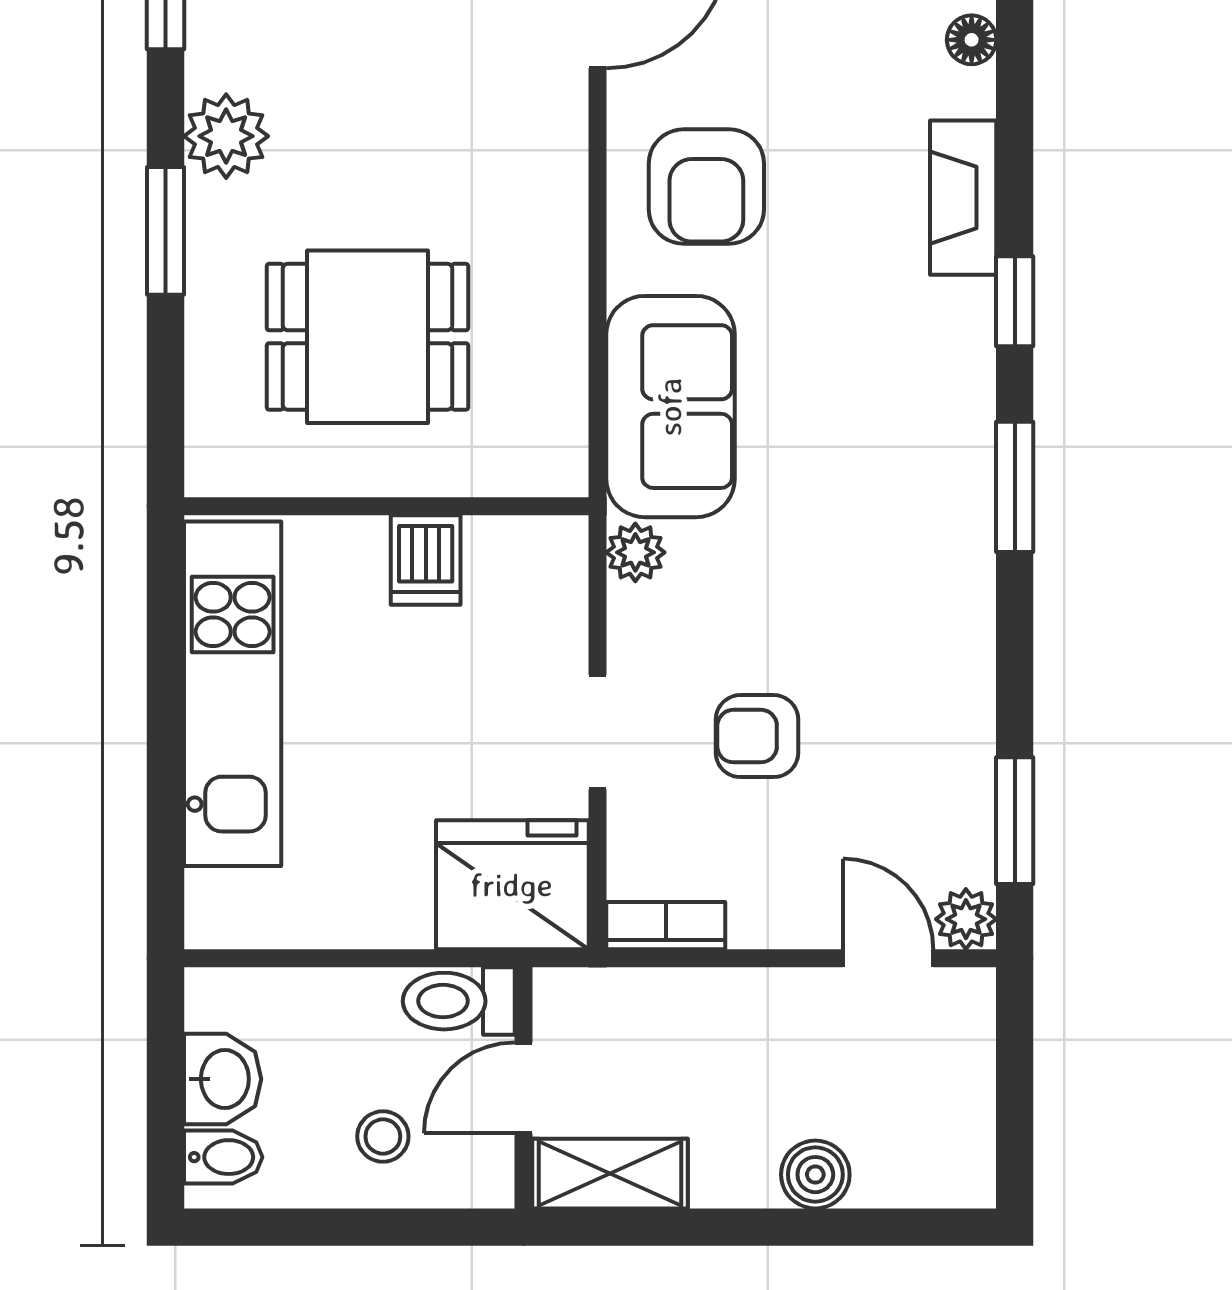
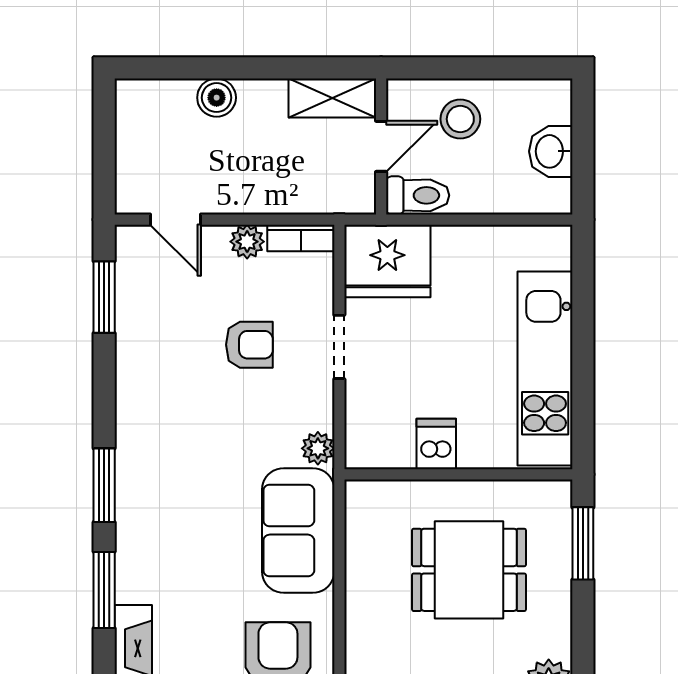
window: (166, 231) -> (583, 543), moved
window: (1015, 301) -> (104, 590), width x1.50
plant: (966, 919) -> (247, 242), moved
stool: (383, 1136) -> (460, 119), width x1.37, depth x1.37
bidet: (223, 1157) -> (550, 107), removed

